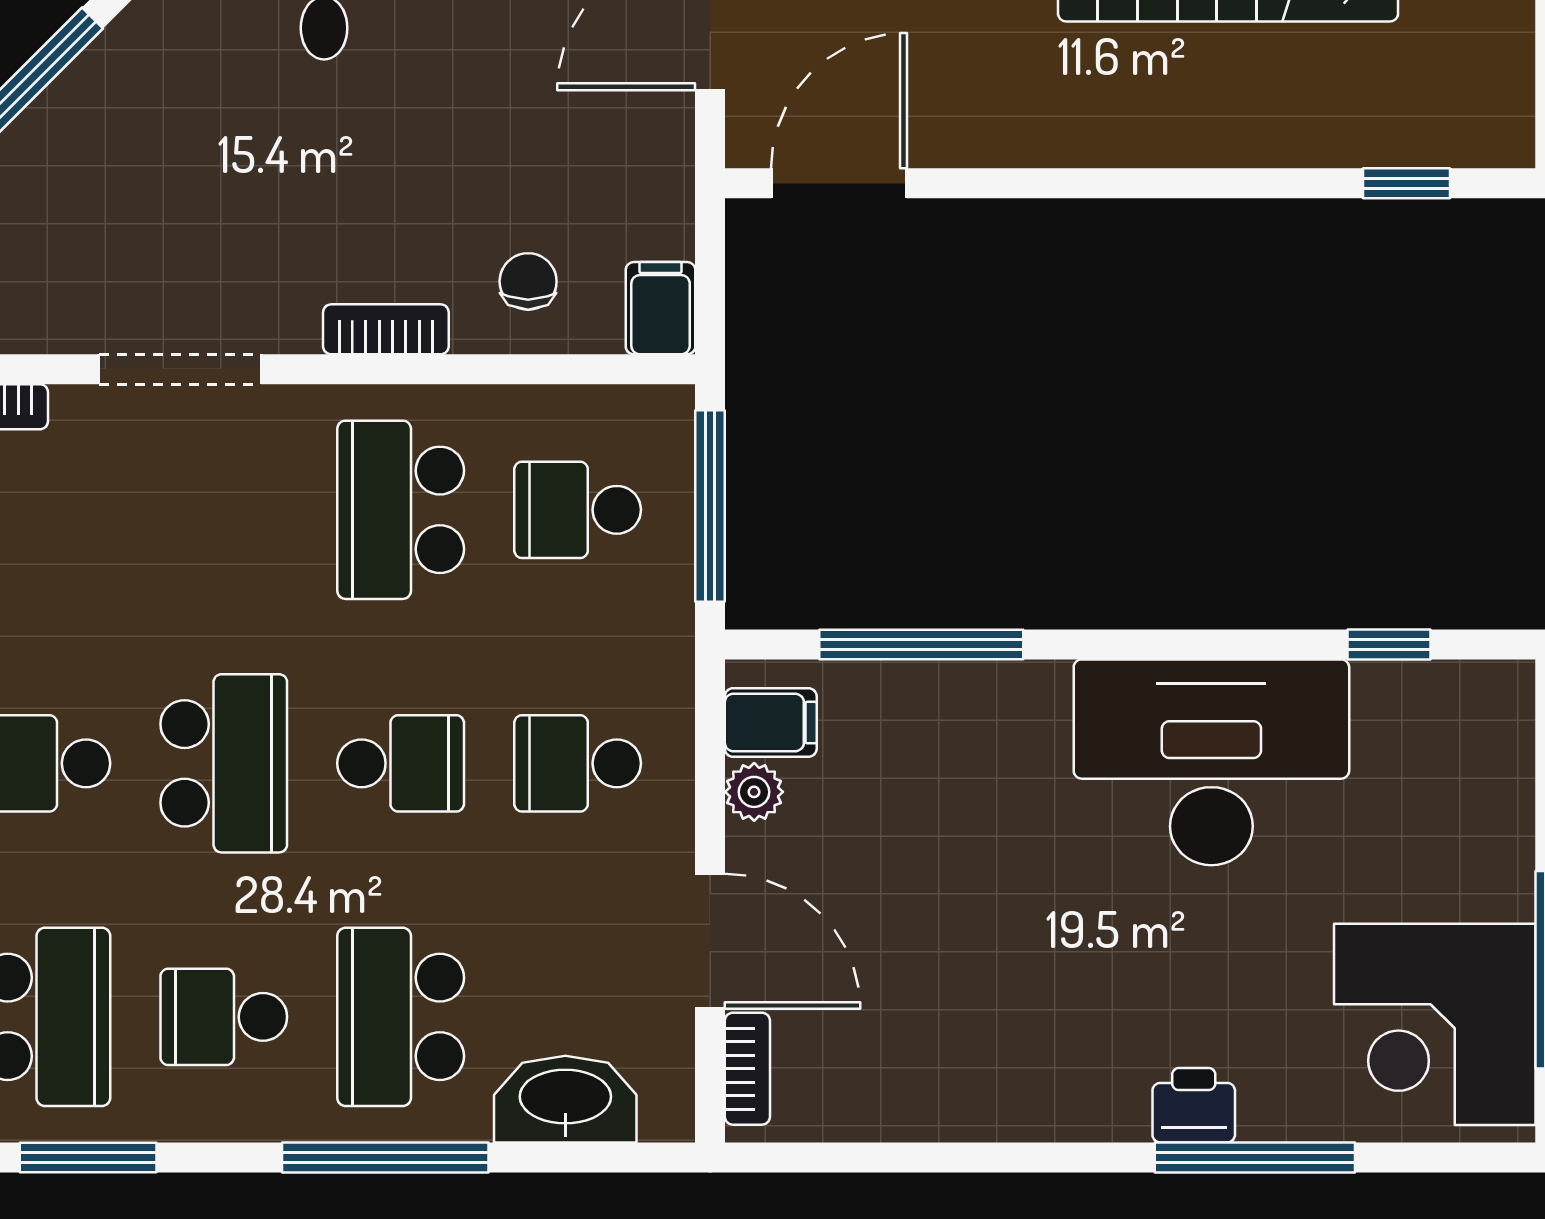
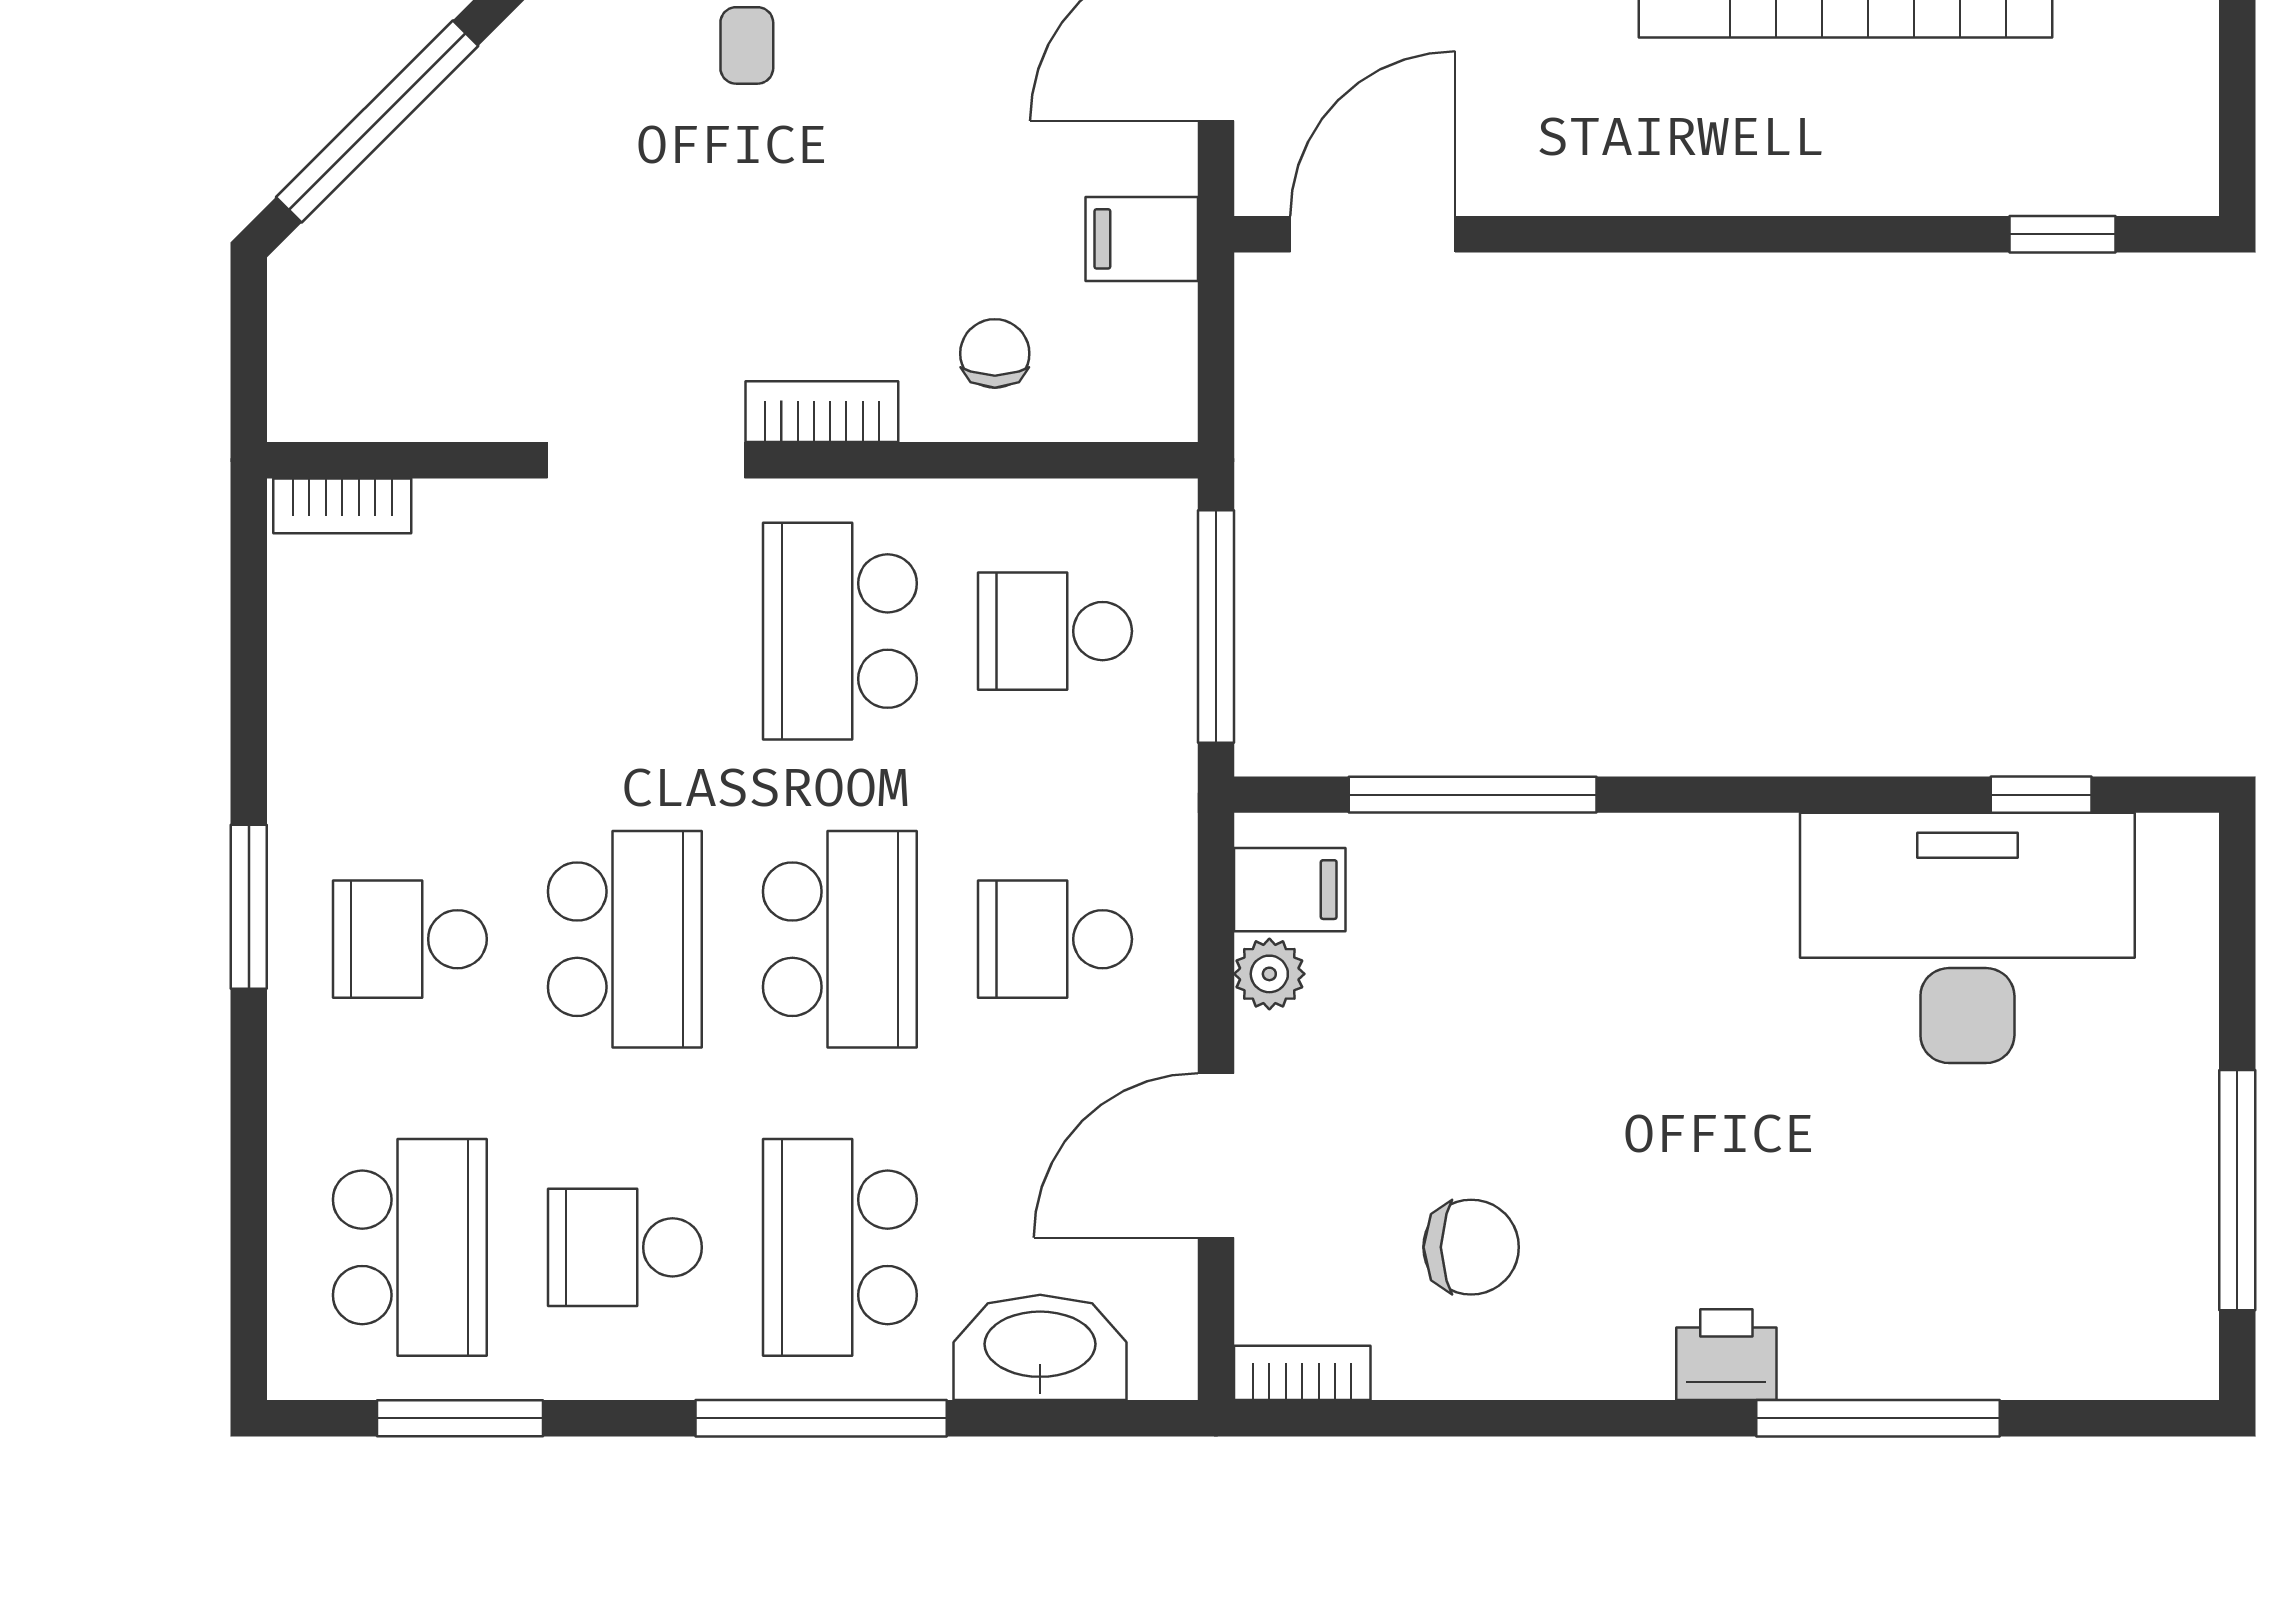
filing cabinet: (661, 308) -> (1142, 239), moved, turned -90
doorway: (180, 369) -> (646, 460), moved
desk: (1211, 762) -> (1967, 938), moved
school desk: (401, 763) -> (840, 939), width x1.85
door: (710, 941) -> (1216, 1155), swing flipped
chair: (920, 1017) -> (1471, 1247), added
corner desk: (1435, 1024) -> (2097, 1257), removed
bookcase: (747, 1069) -> (1302, 1373), moved, turned -90
printer: (1194, 1105) -> (1726, 1355), moved

